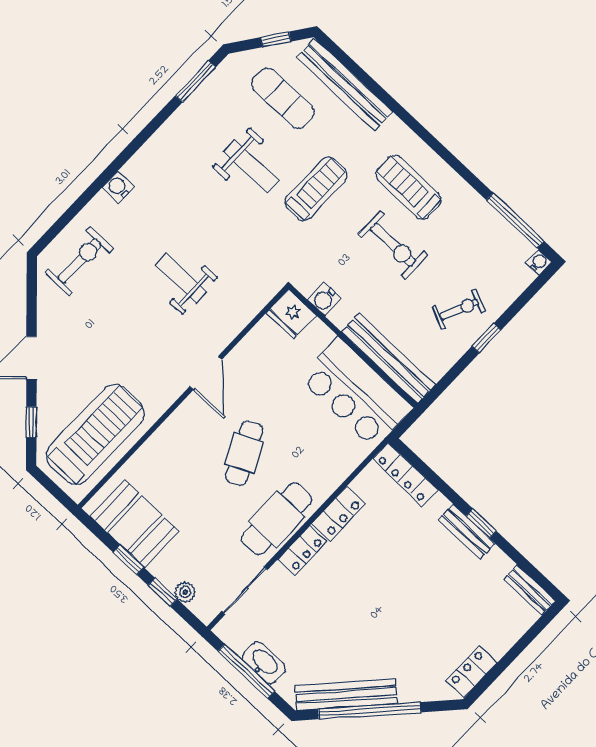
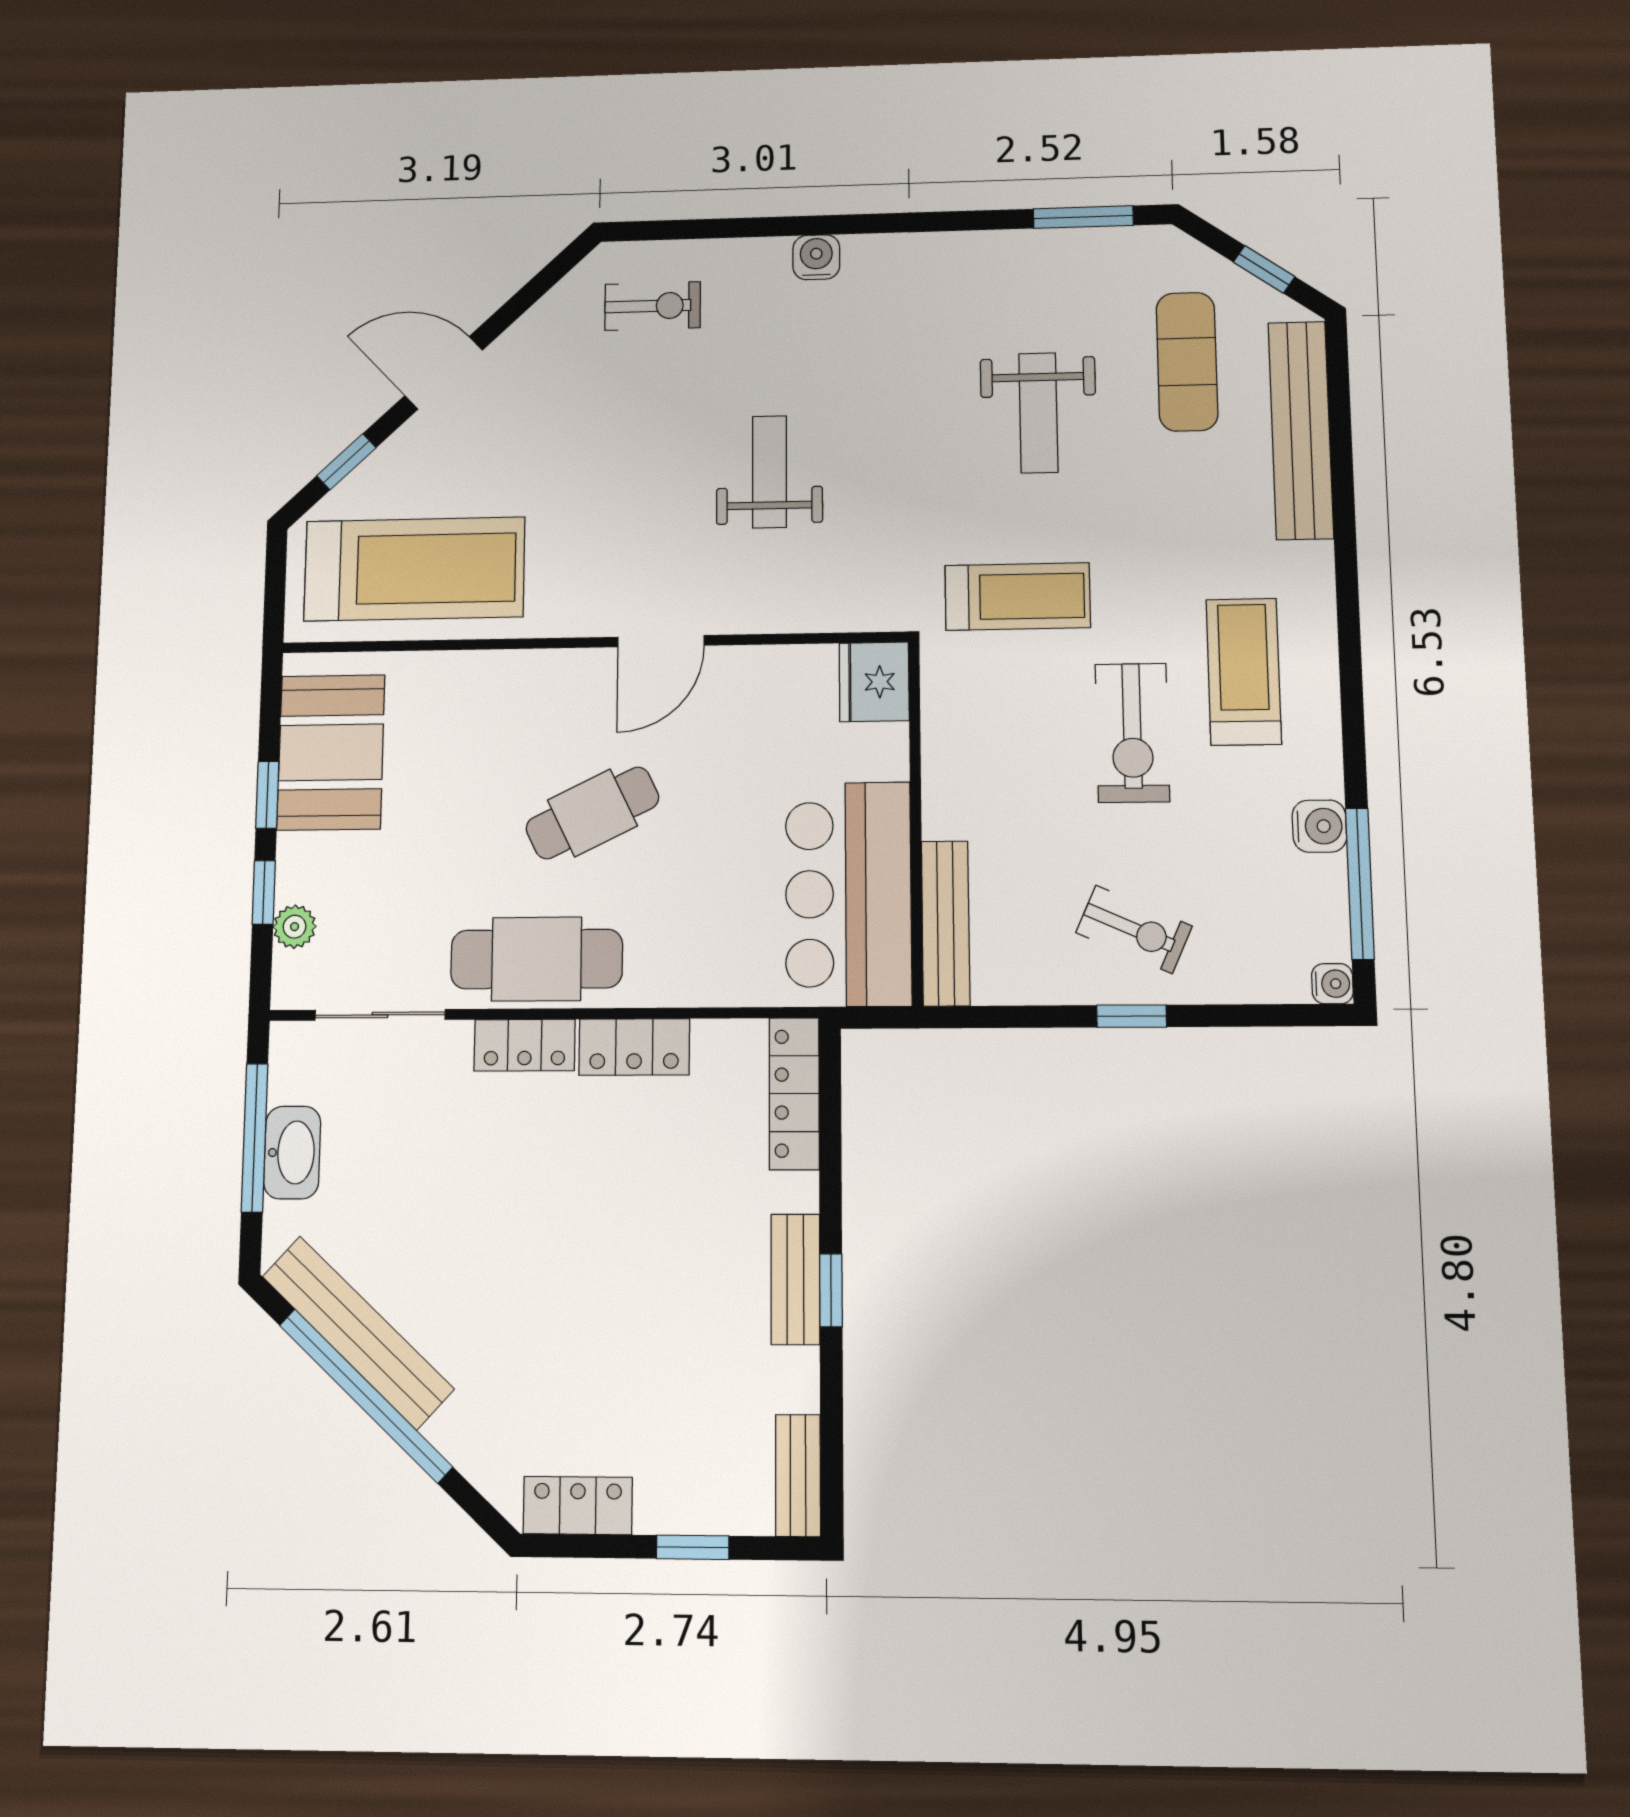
treadmill: (316, 189) -> (1018, 597), moved
exercise bike: (79, 261) -> (653, 306), width x0.73, depth x0.72
water cooler: (324, 299) -> (1319, 826), moved, turned 180
bench: (388, 358) -> (946, 923), width x0.73, depth x0.82
window: (520, 646) -> (693, 1547), added

